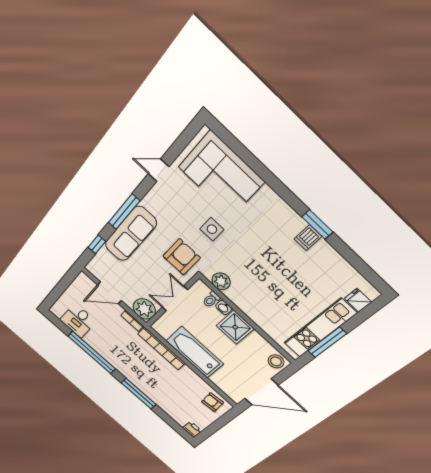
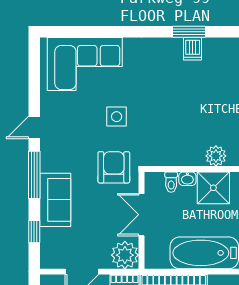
door: (159, 170) -> (34, 127), moved
sofa: (131, 234) -> (55, 200), width x0.73
plant: (221, 281) -> (216, 156), moved

